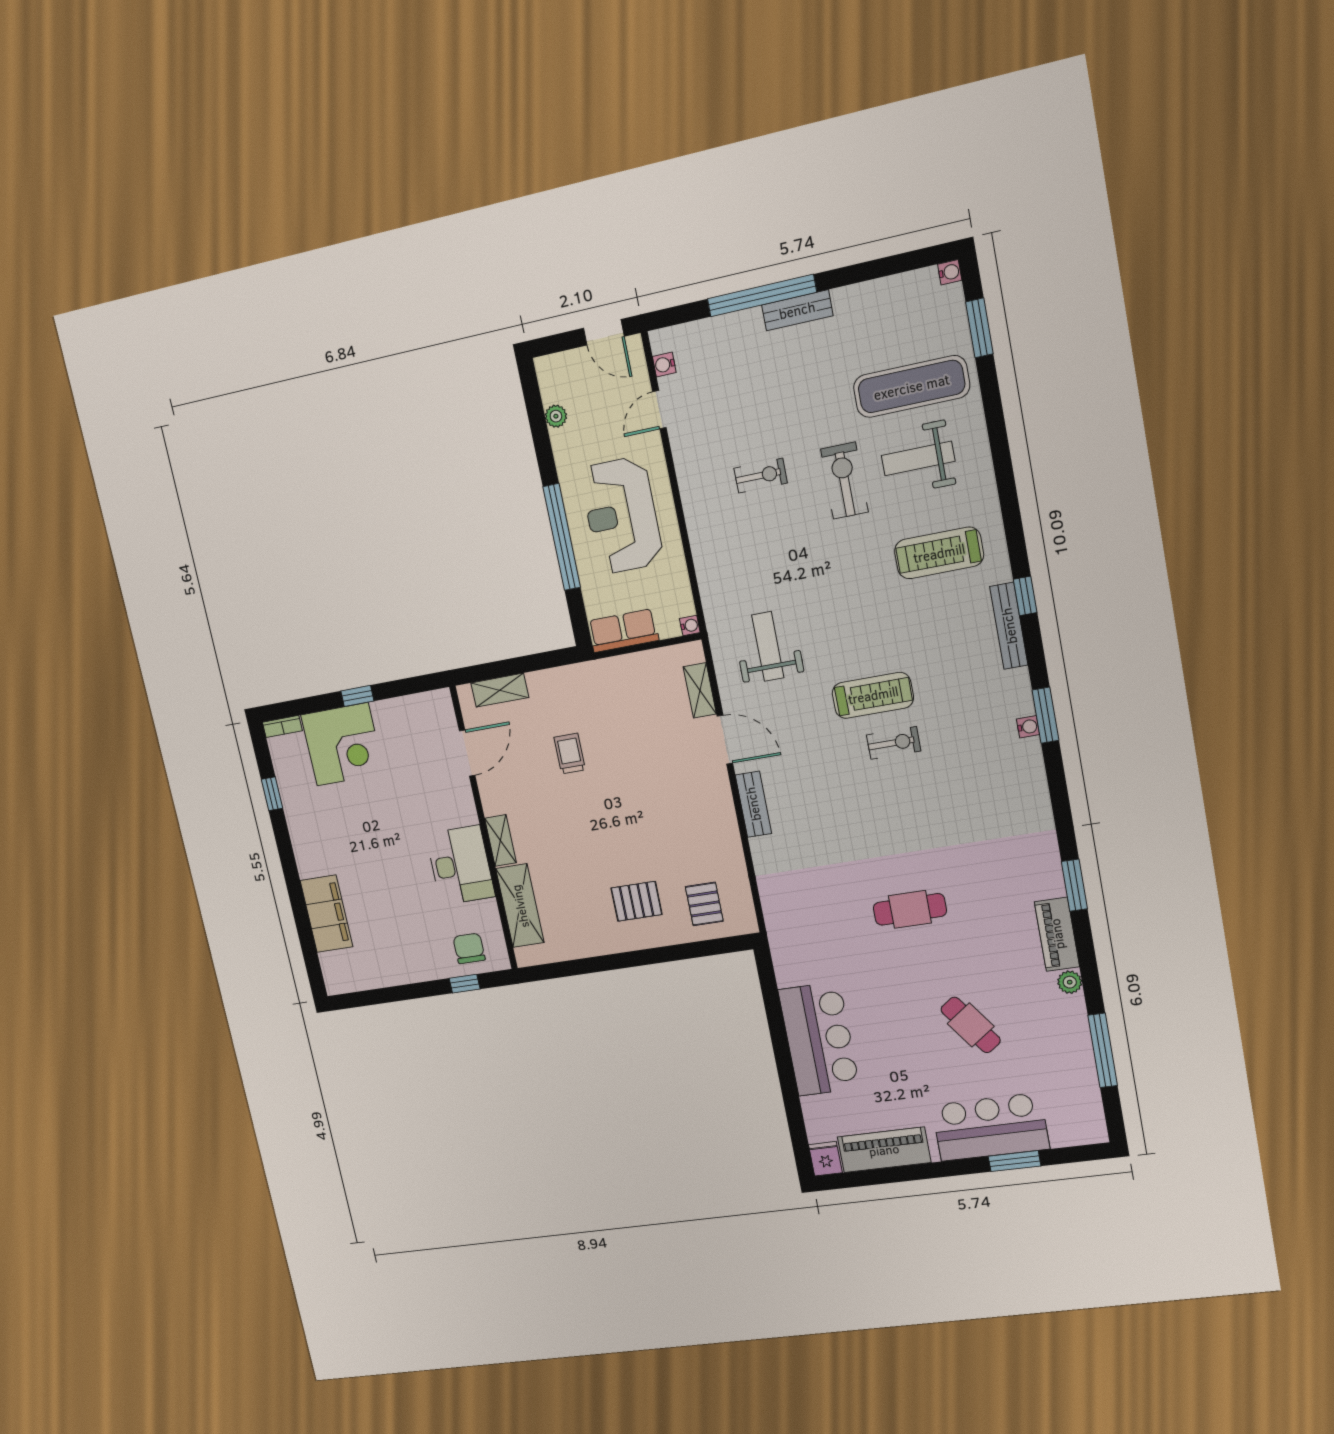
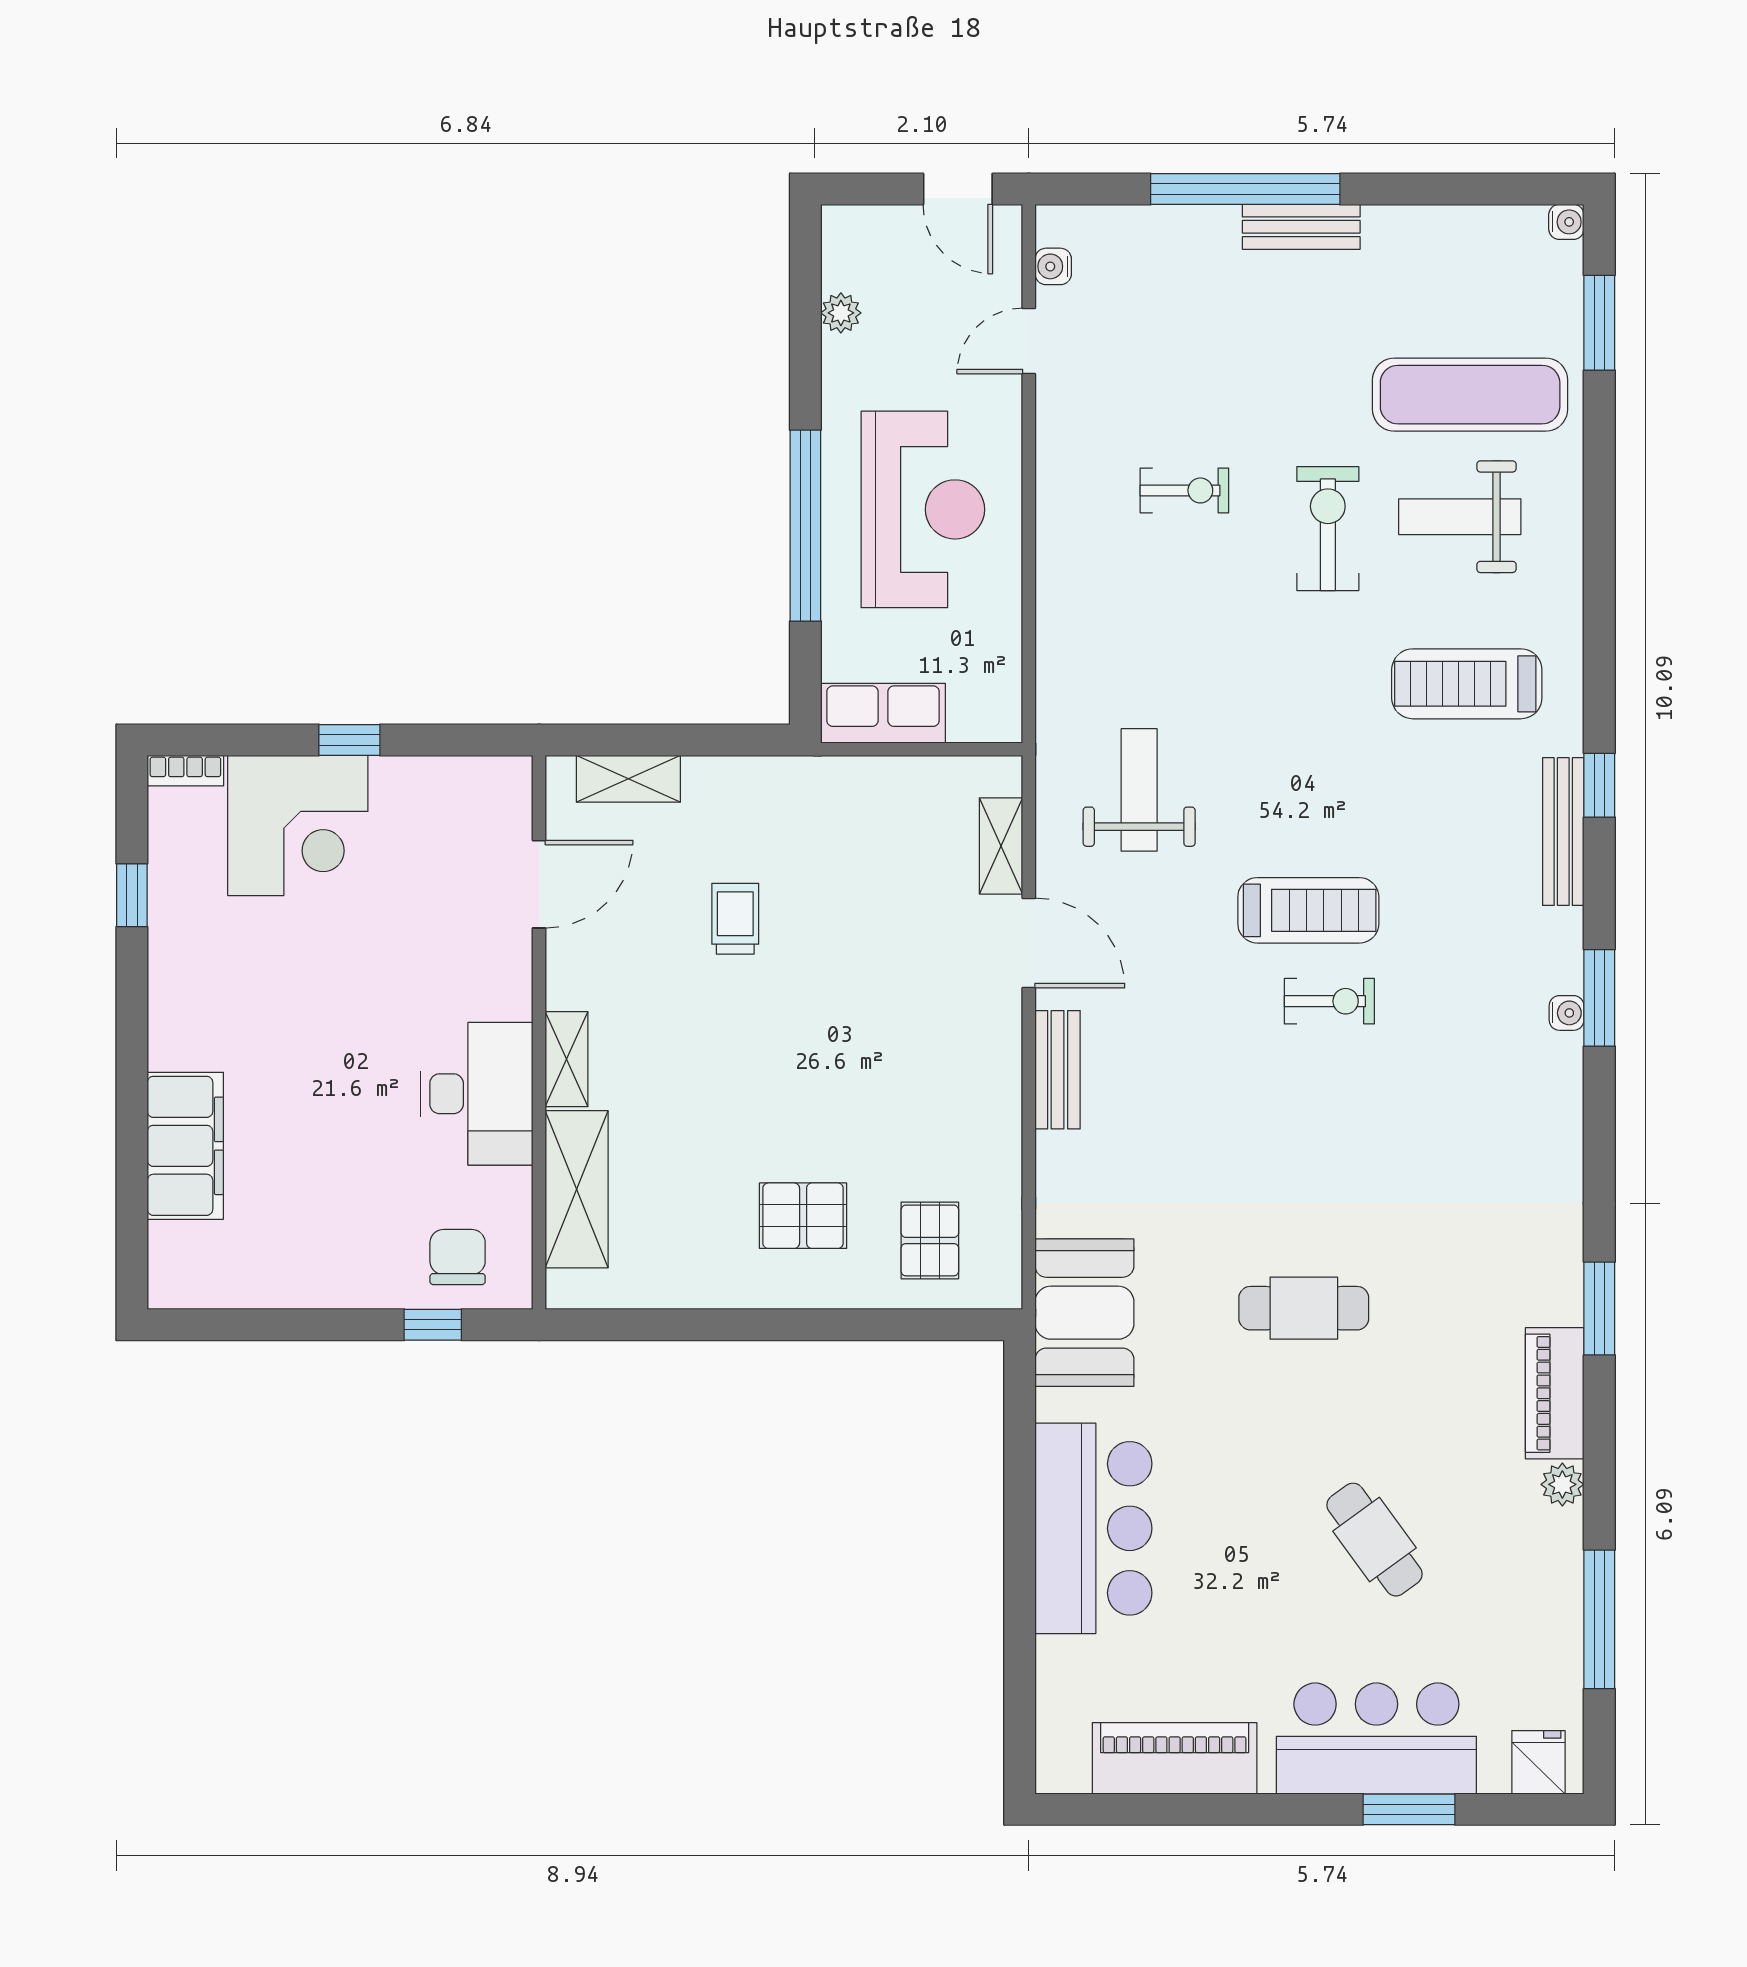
reception desk: (622, 516) -> (923, 509), turned 180
water cooler: (690, 626) -> (1007, 727), removed
booth: (793, 929) -> (1084, 1313), added
fridge: (825, 1159) -> (1538, 1762), moved

